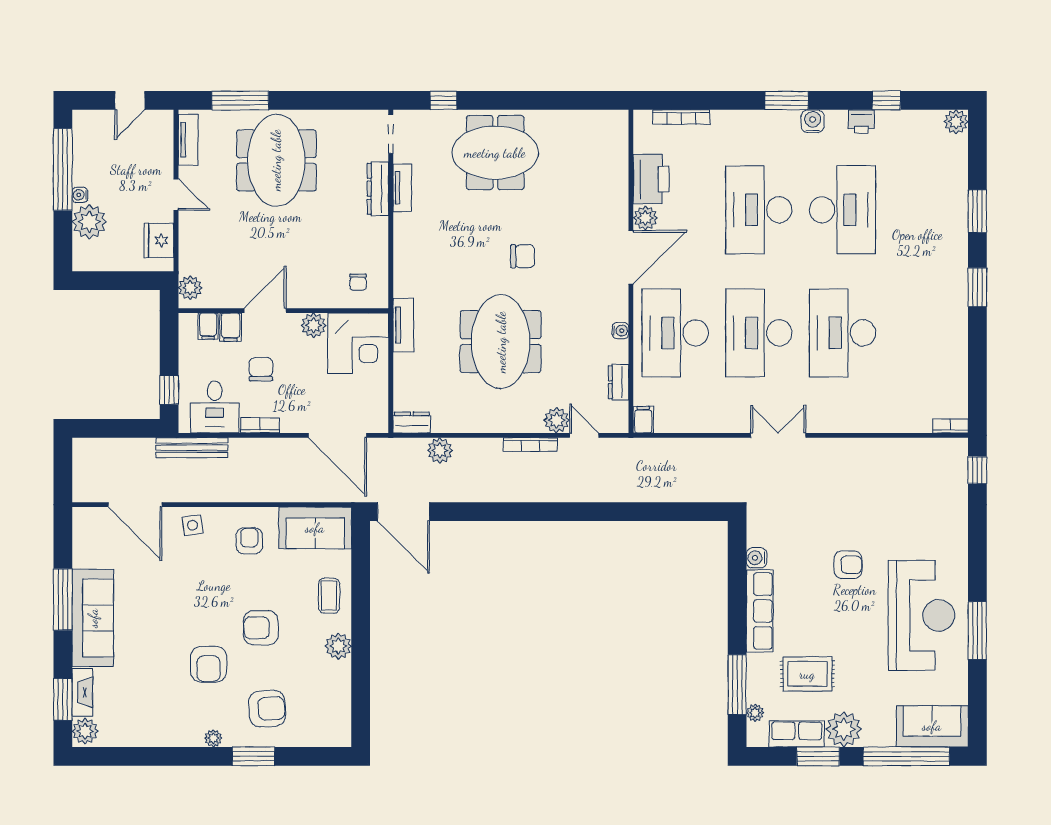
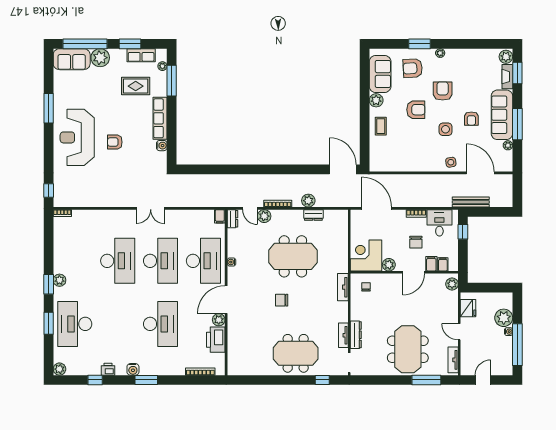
desk: (842, 210) -> (75, 324), moved
plant: (956, 295) -> (59, 280), added
tv unit: (403, 325) -> (343, 287), moved
meeting table: (501, 342) -> (293, 256), turned 90
dresser: (619, 382) -> (232, 219), moved
dresser: (412, 422) -> (313, 215), moved
bench: (192, 448) -> (471, 202), moved
plant: (440, 450) -> (308, 201), moved
sofa: (315, 528) -> (380, 74), moved, turned 90
armchair: (249, 541) -> (471, 119), moved
plant: (81, 558) -> (508, 145), added
side table: (203, 590) -> (446, 129), added
reception desk: (922, 615) -> (77, 137), moved
plant: (844, 729) -> (100, 58), moved

